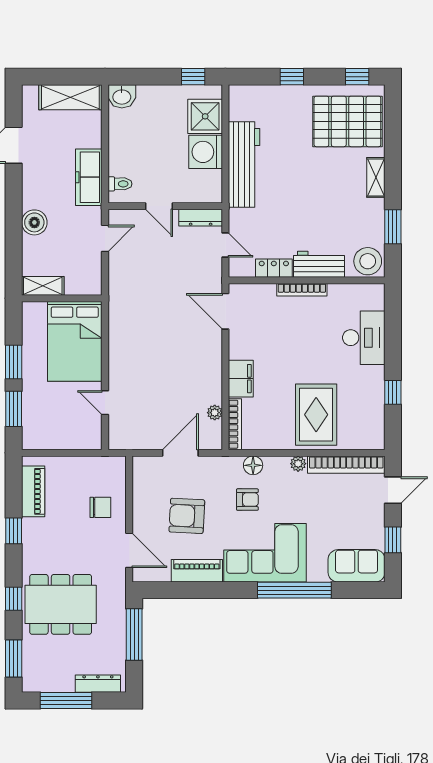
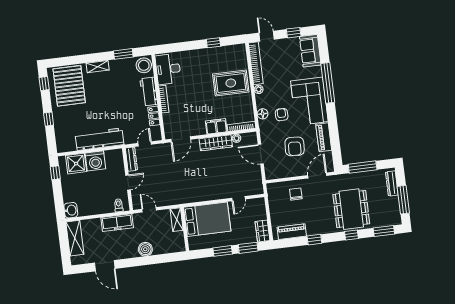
shelving: (43, 286) -> (177, 220), moved
desk: (364, 338) -> (168, 69), moved, turned -90
wardrobe: (211, 374) -> (216, 143), added
wardrobe: (41, 439) -> (262, 231), added

